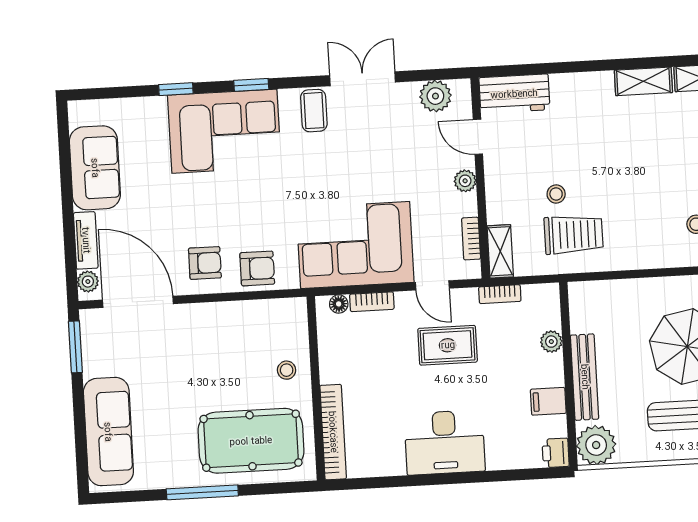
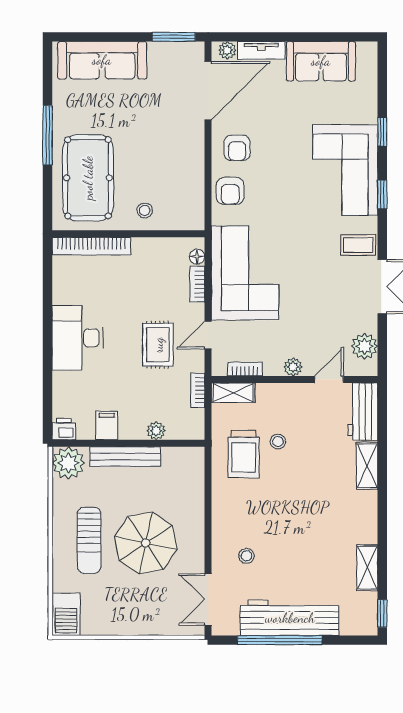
shelving: (643, 81) -> (367, 466), moved

